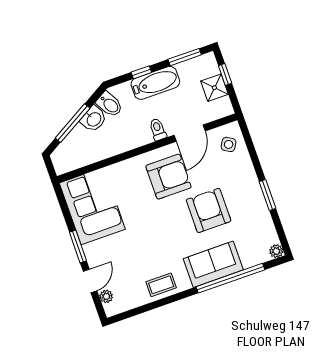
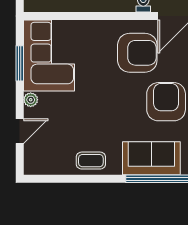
window: (78, 246) -> (20, 63), moved
plant: (106, 296) -> (31, 100), moved

